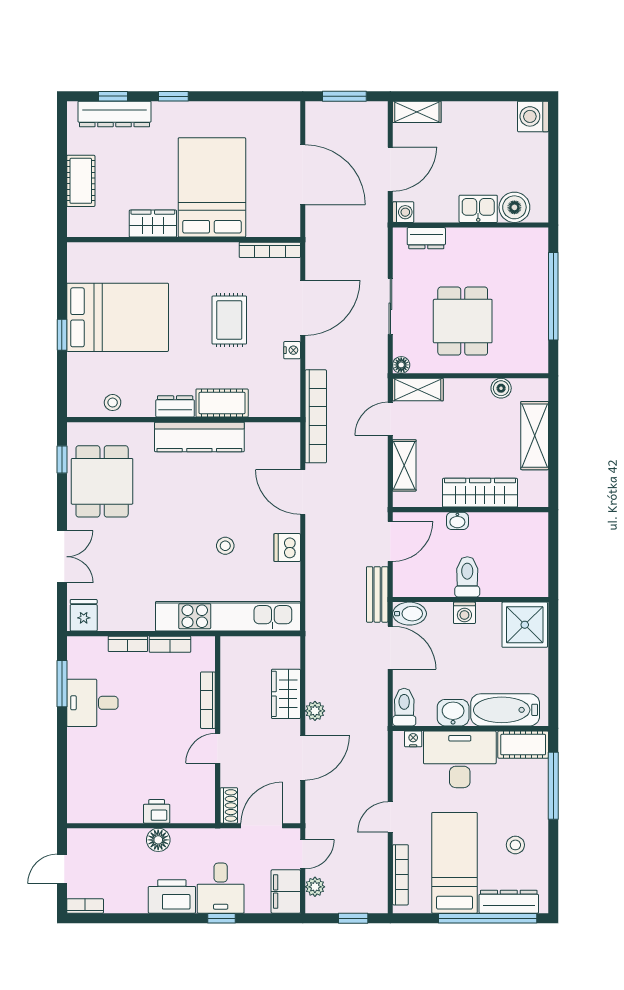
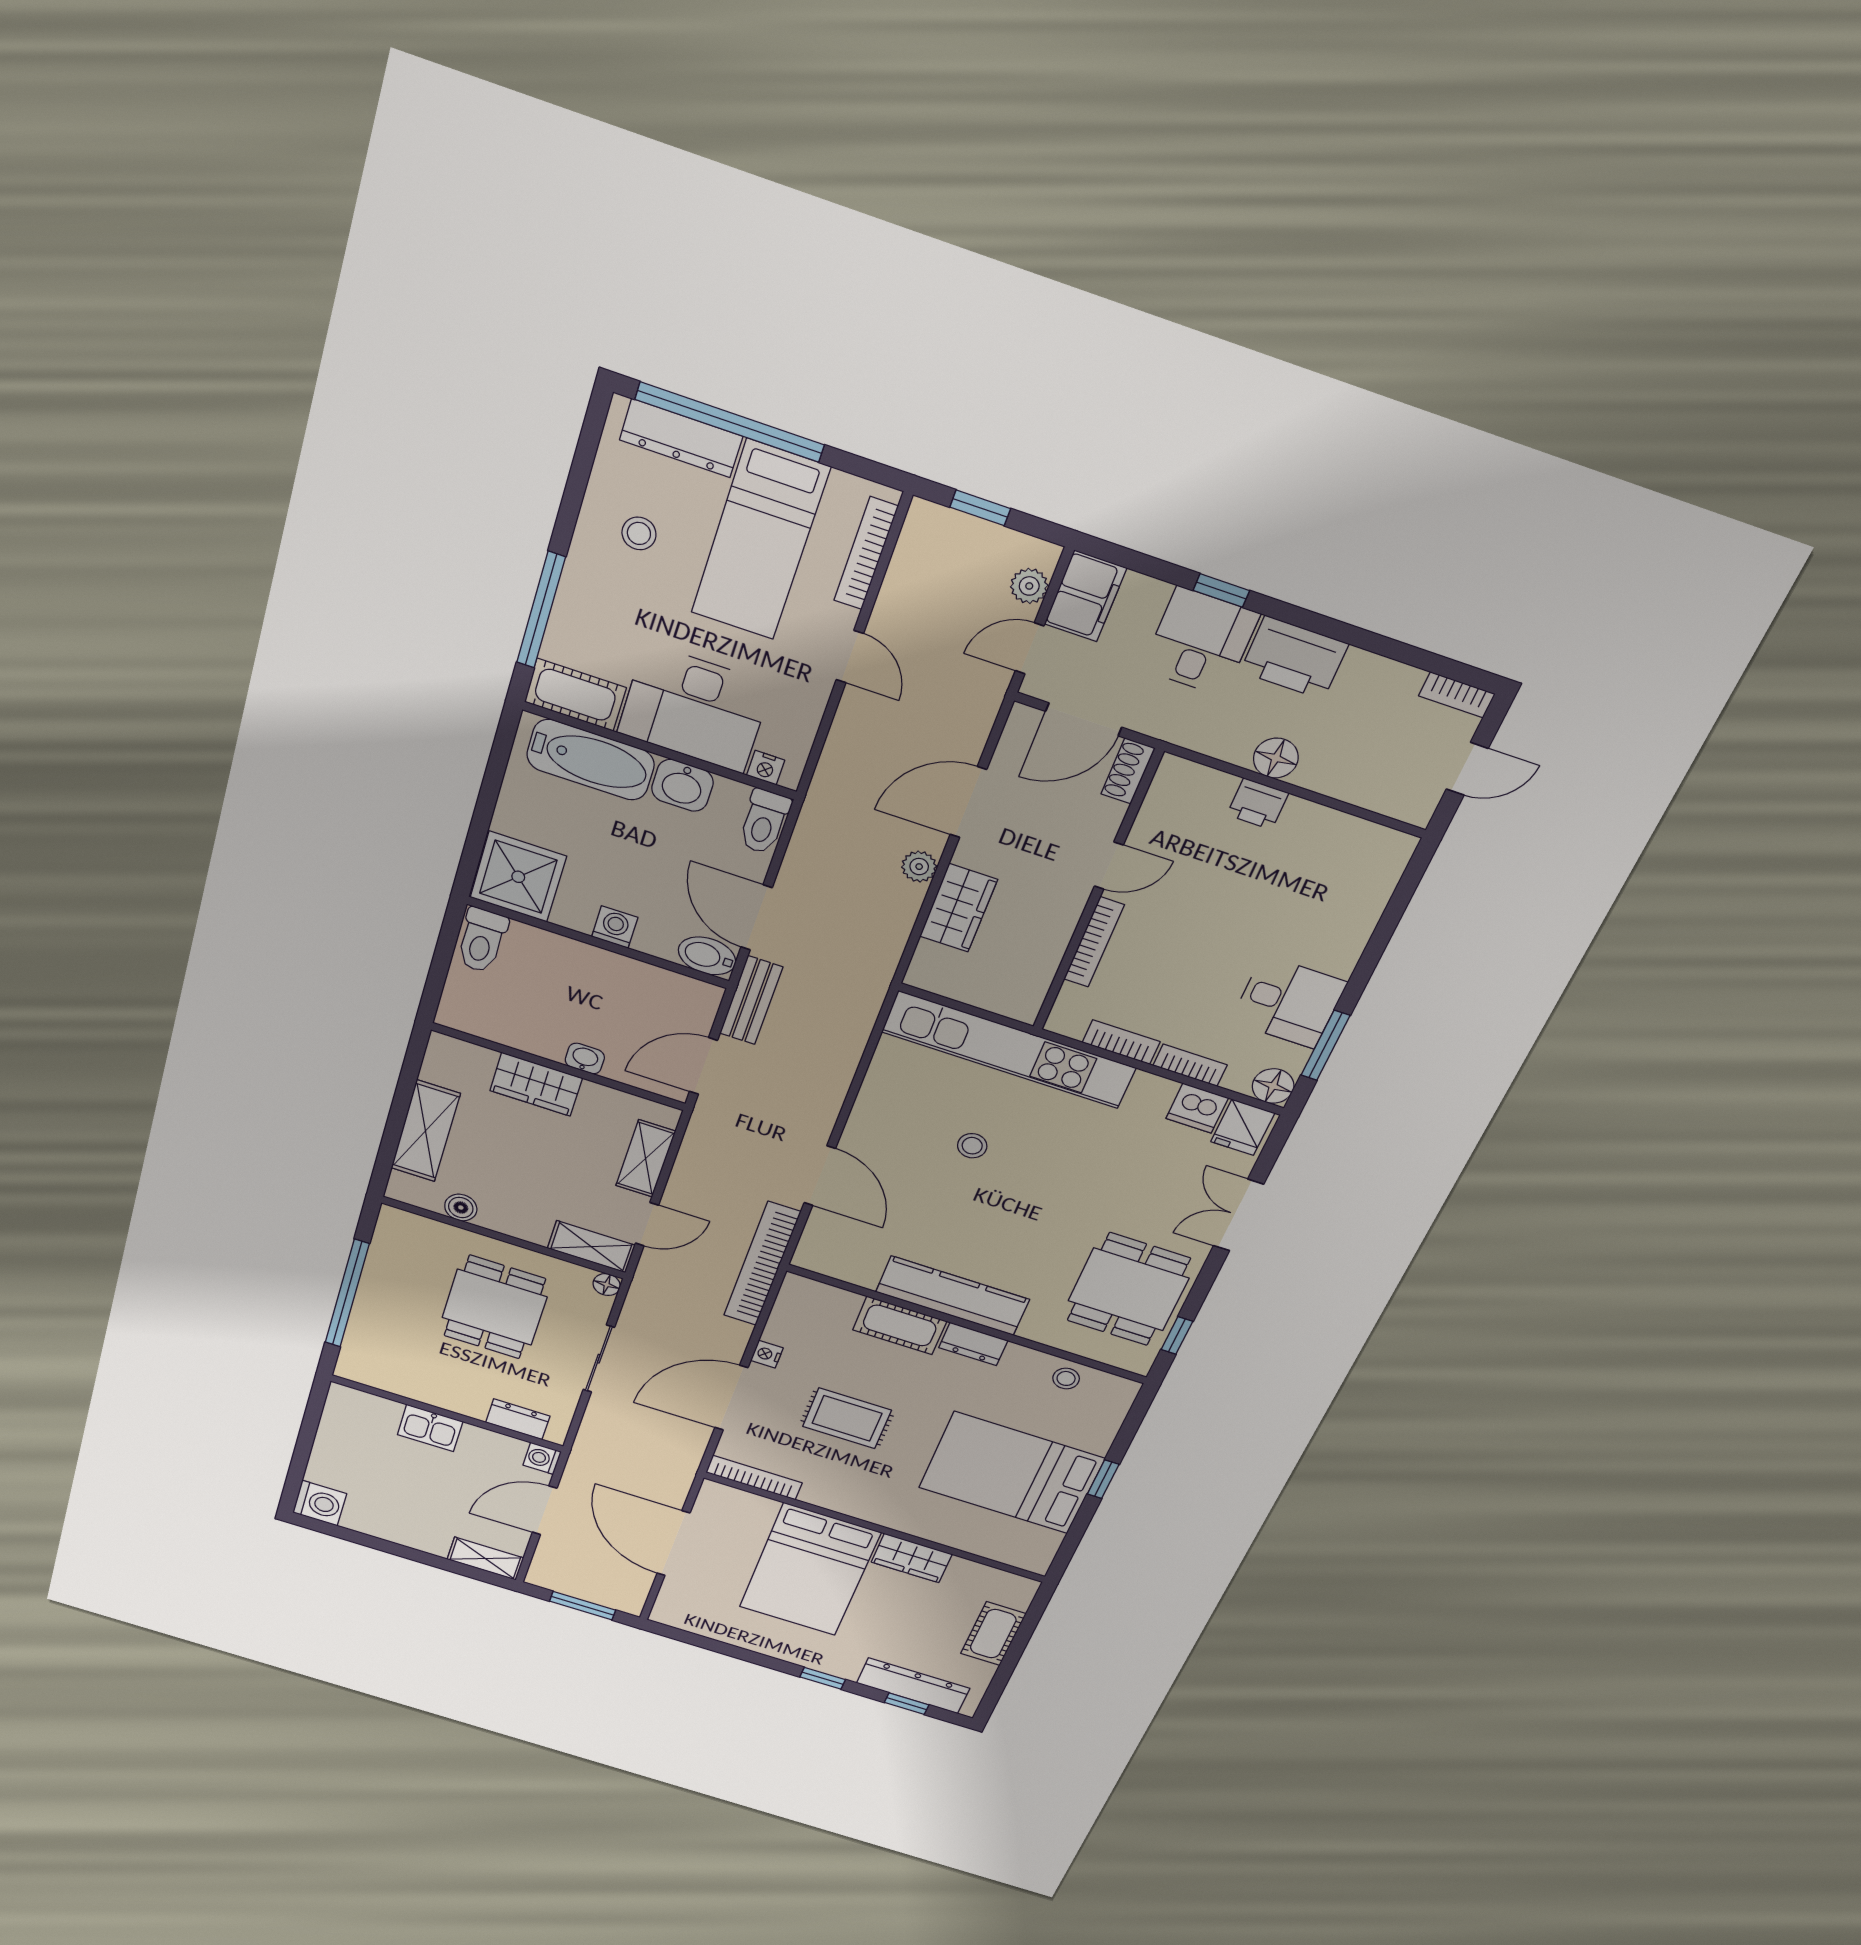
boiler: (514, 207) -> (376, 1413), removed
rug: (229, 320) -> (847, 1418), turned 90
wardrobe: (480, 493) -> (536, 1084), width x0.67
dishwasher: (287, 548) -> (1197, 1108), moved, turned 90
toilet: (467, 577) -> (482, 940), moved
floor lamp: (79, 648) -> (1273, 1086), added
door: (390, 817) -> (850, 657), hinge flipped

